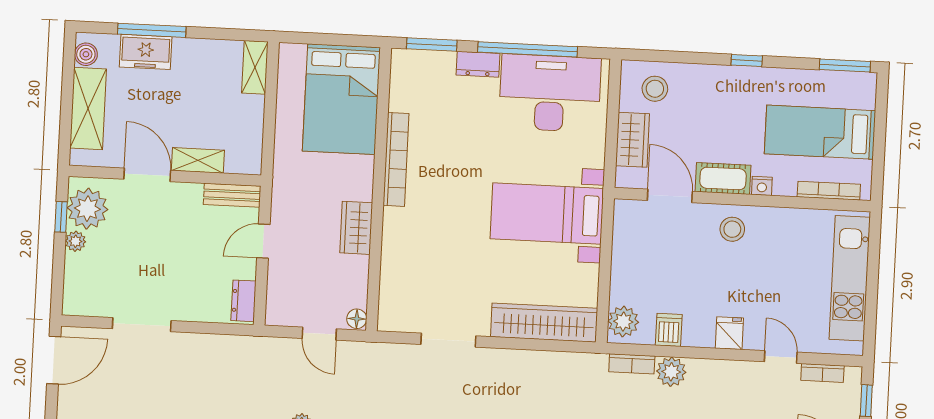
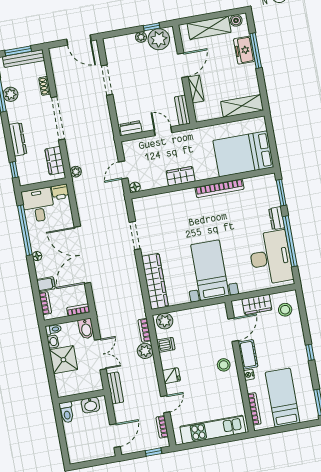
shelving: (255, 67) -> (242, 106), width x1.50, depth x1.33

